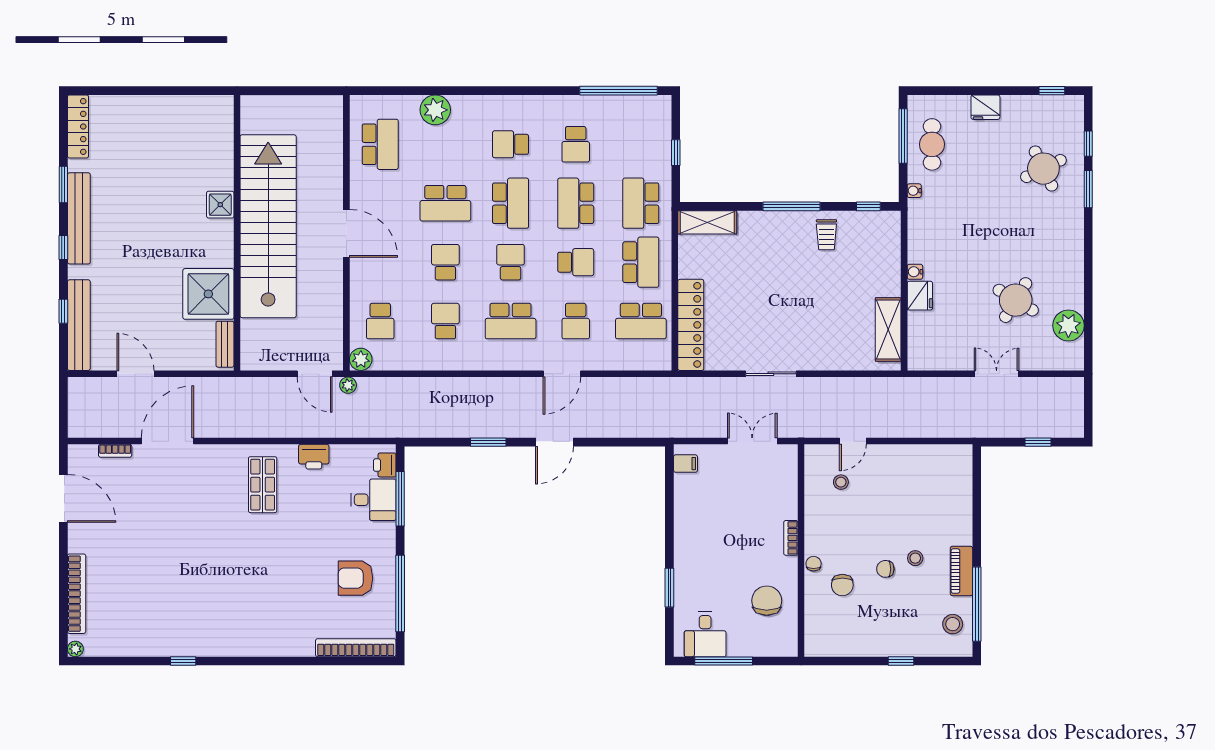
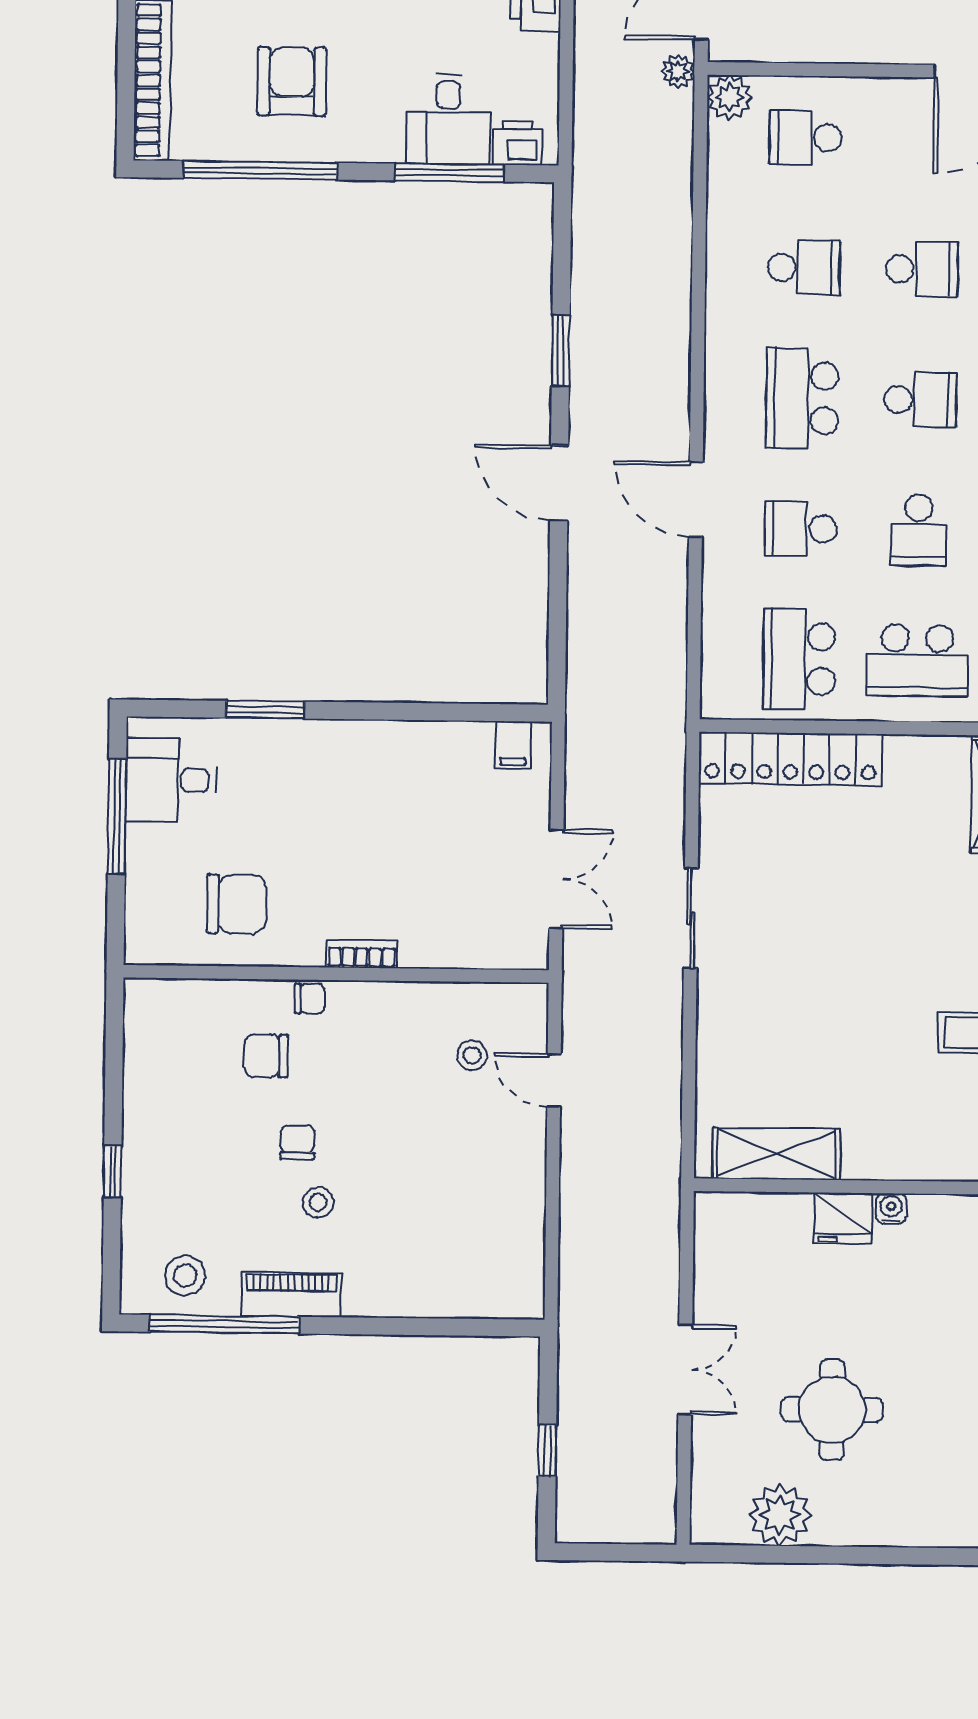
round table: (1016, 300) -> (832, 1410), turned -31

